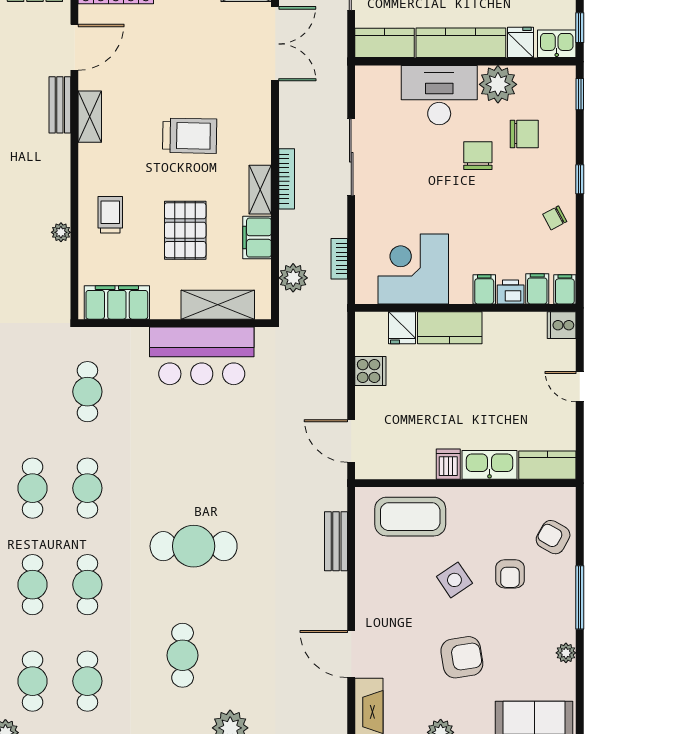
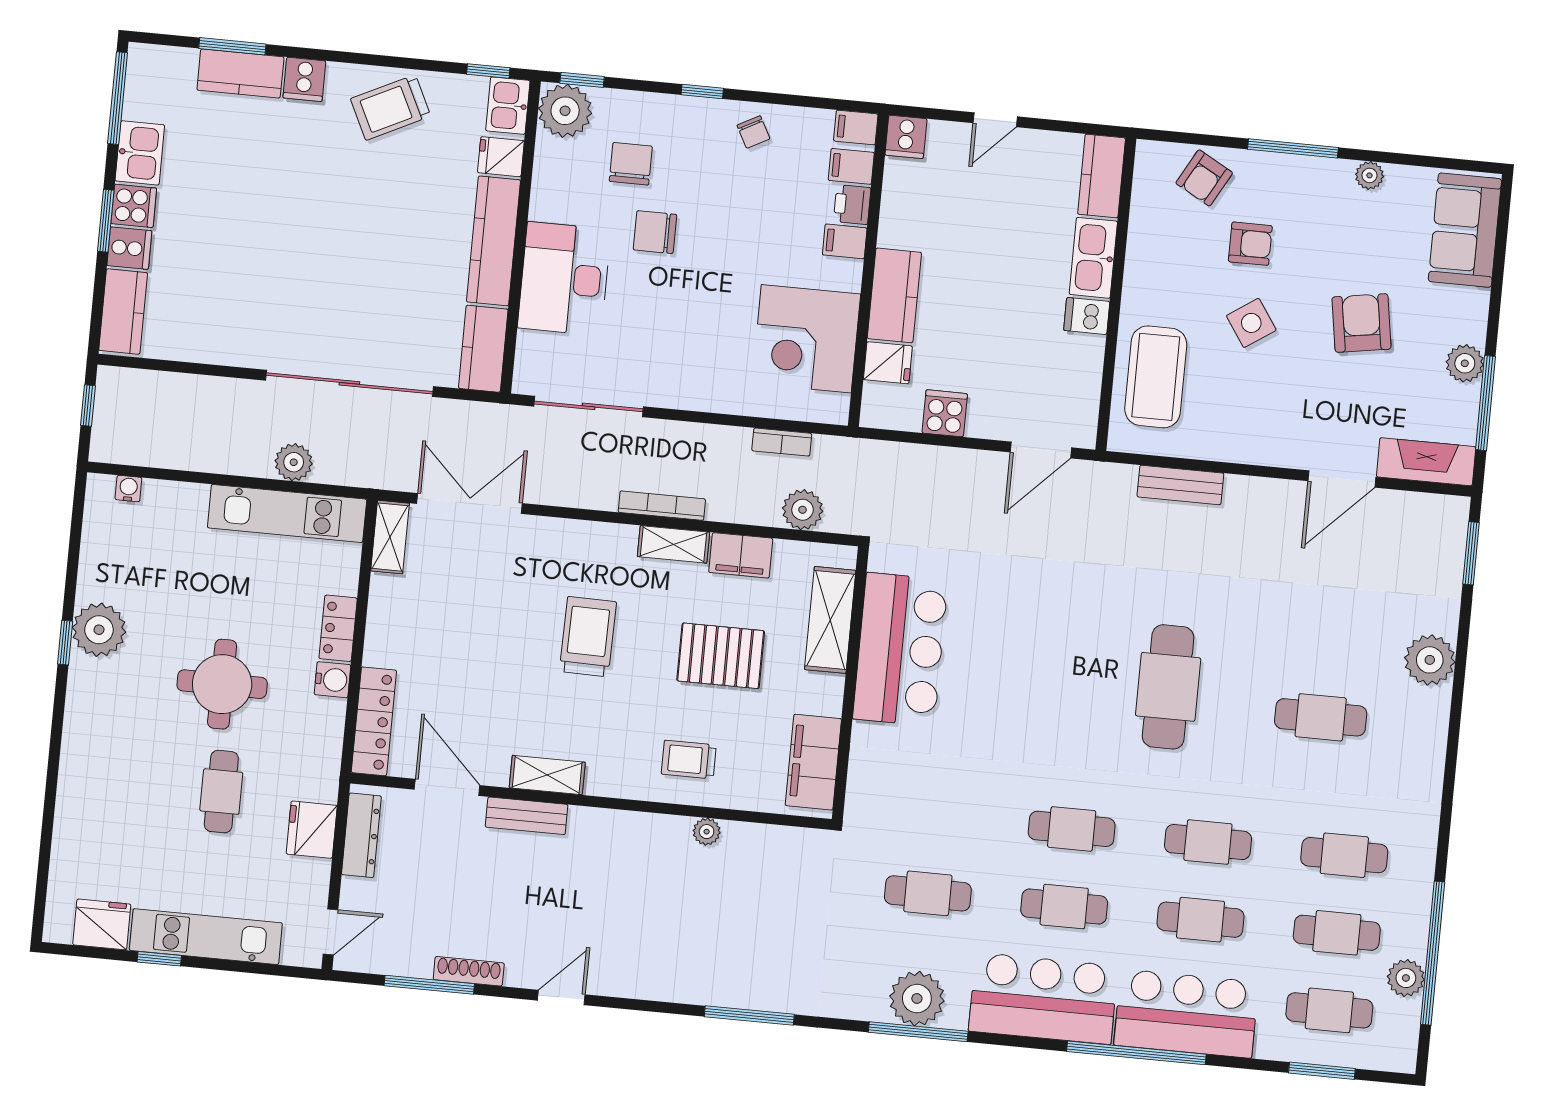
plant: (498, 84) -> (565, 111), moved
sliding door: (351, 157) -> (589, 406), moved
cafe table: (87, 392) -> (928, 893), moved

